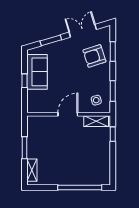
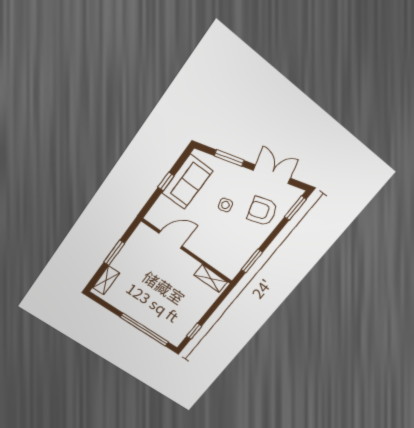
window: (113, 51) -> (295, 208), moved
side table: (96, 100) -> (225, 205), moved
door: (68, 114) -> (171, 240), moved
window: (113, 134) -> (194, 331), moved

